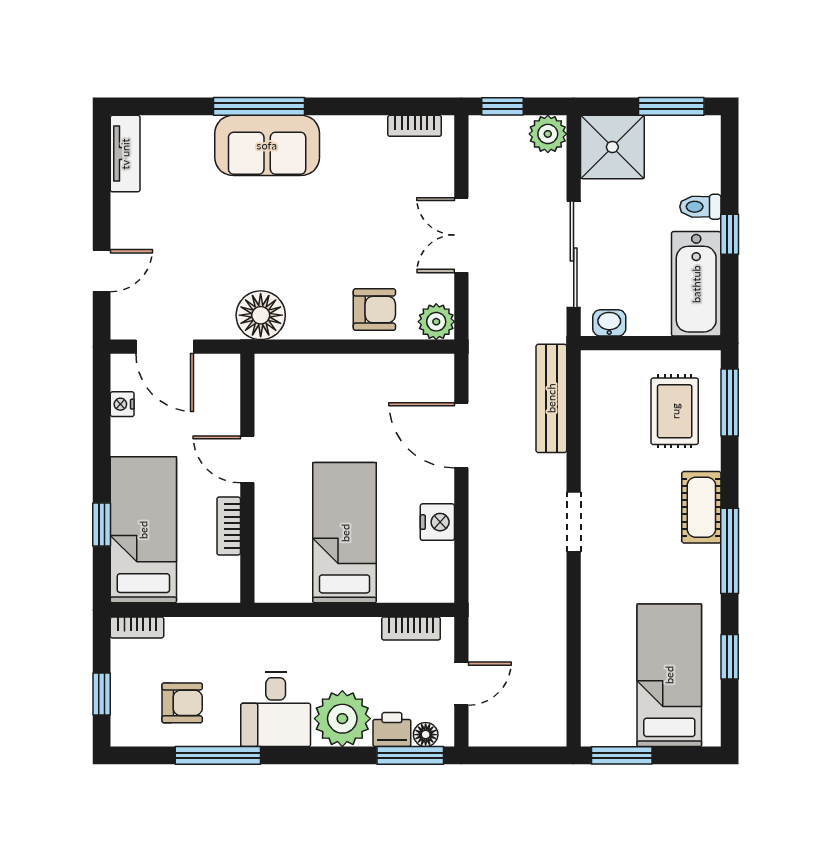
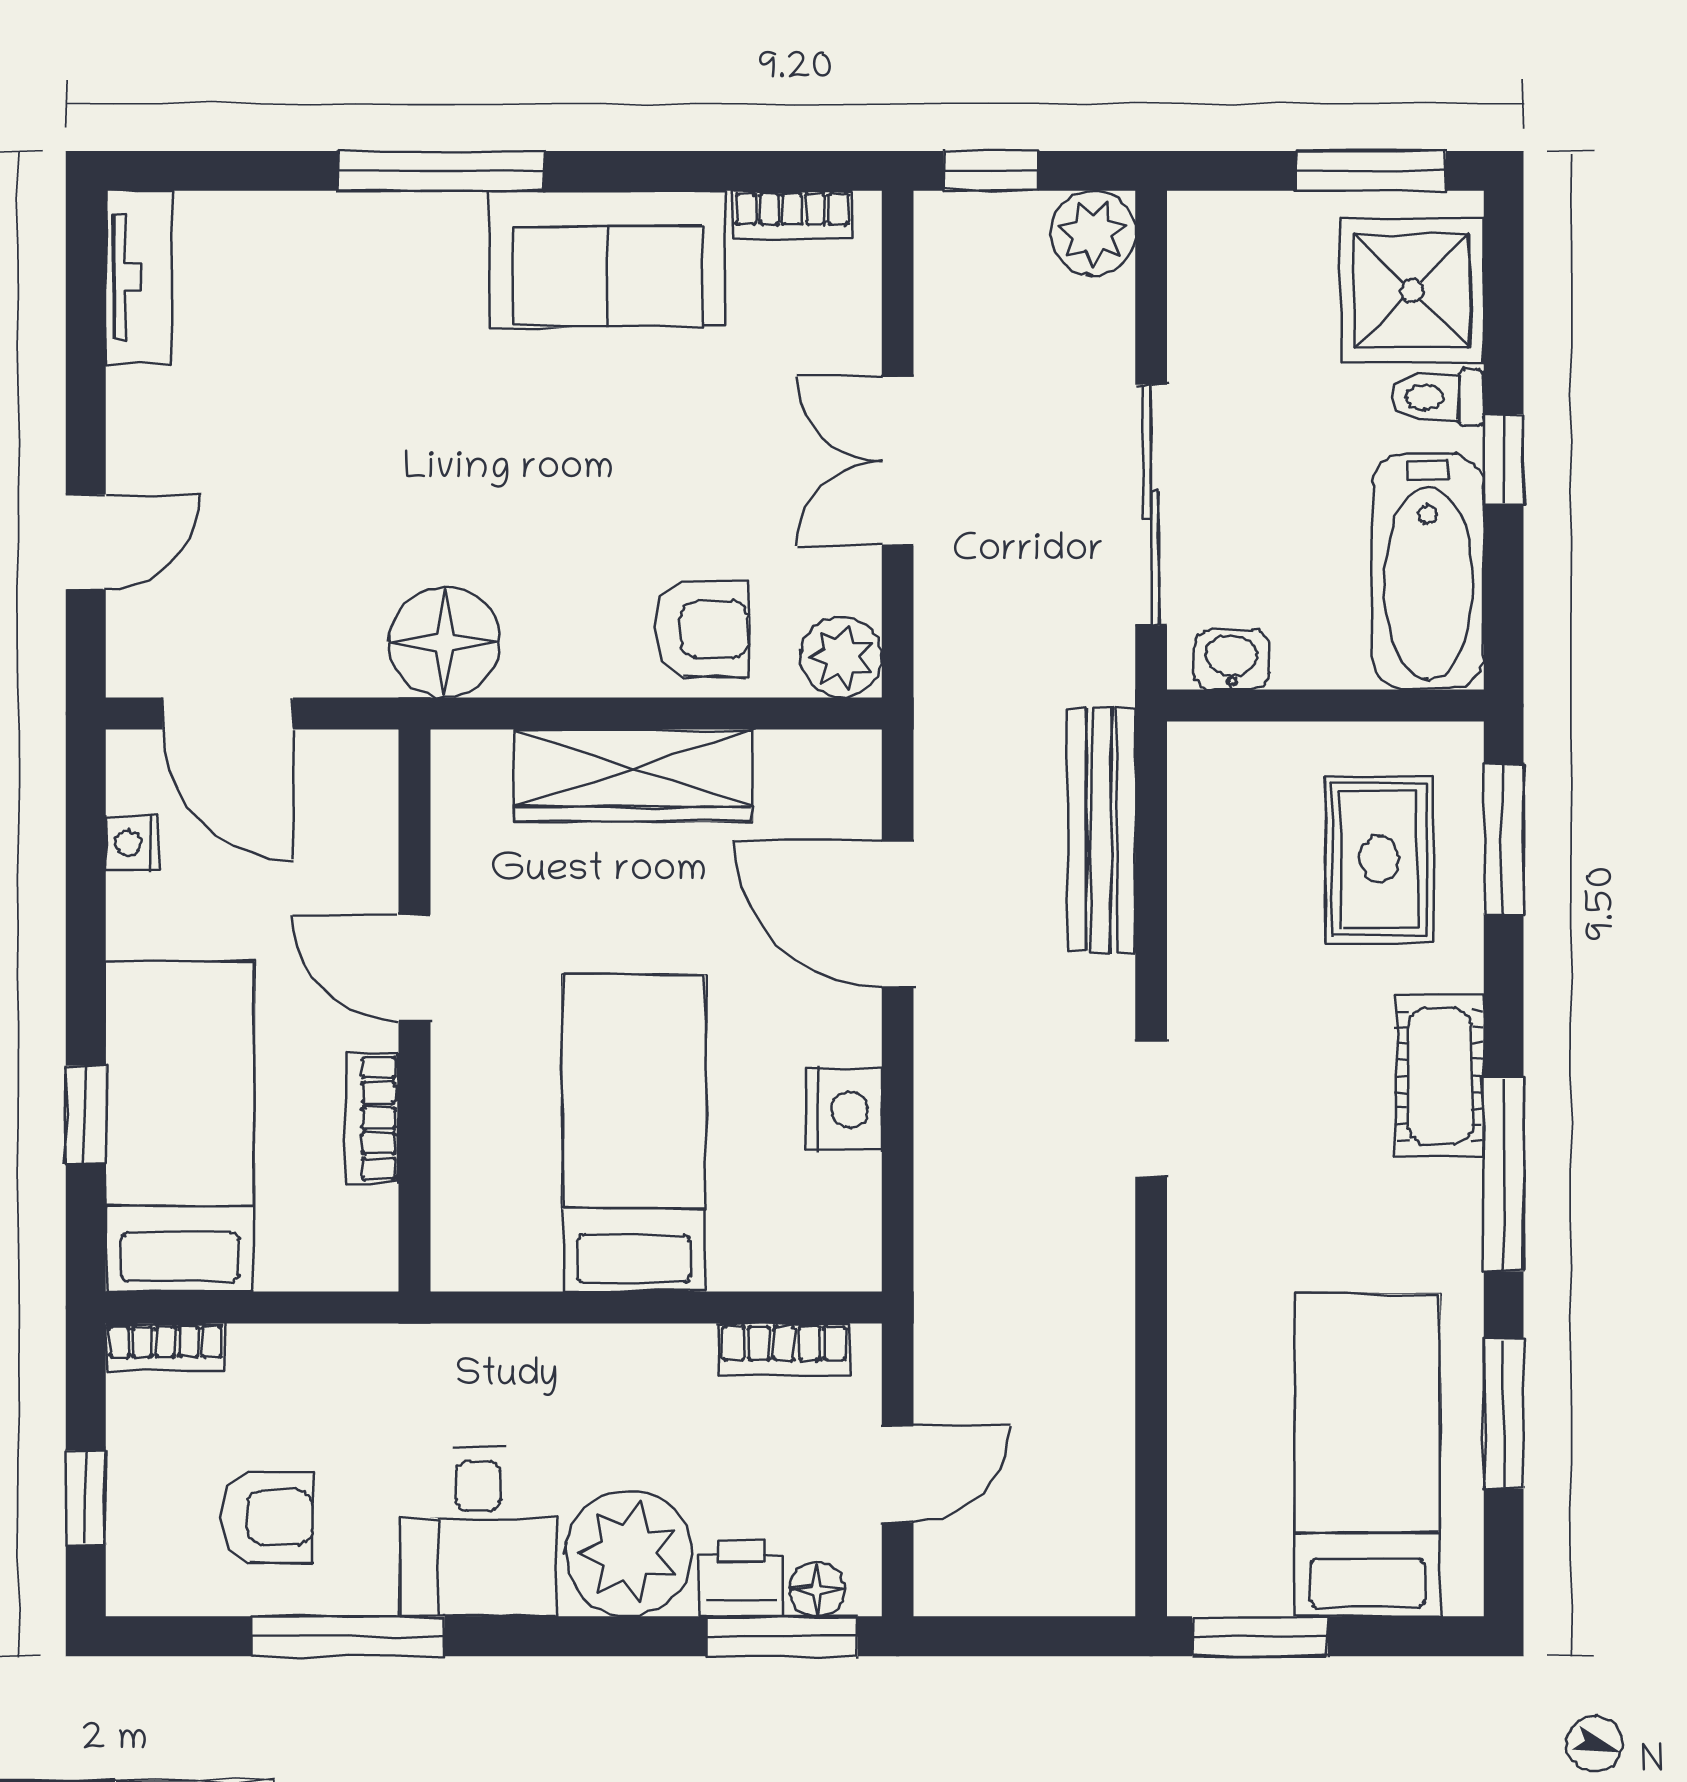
sofa: (267, 145) -> (608, 259), moved
shower: (612, 147) -> (1412, 291), moved
wardrobe: (344, 374) -> (633, 775), added
window: (730, 657) -> (1504, 1414), width x1.50

